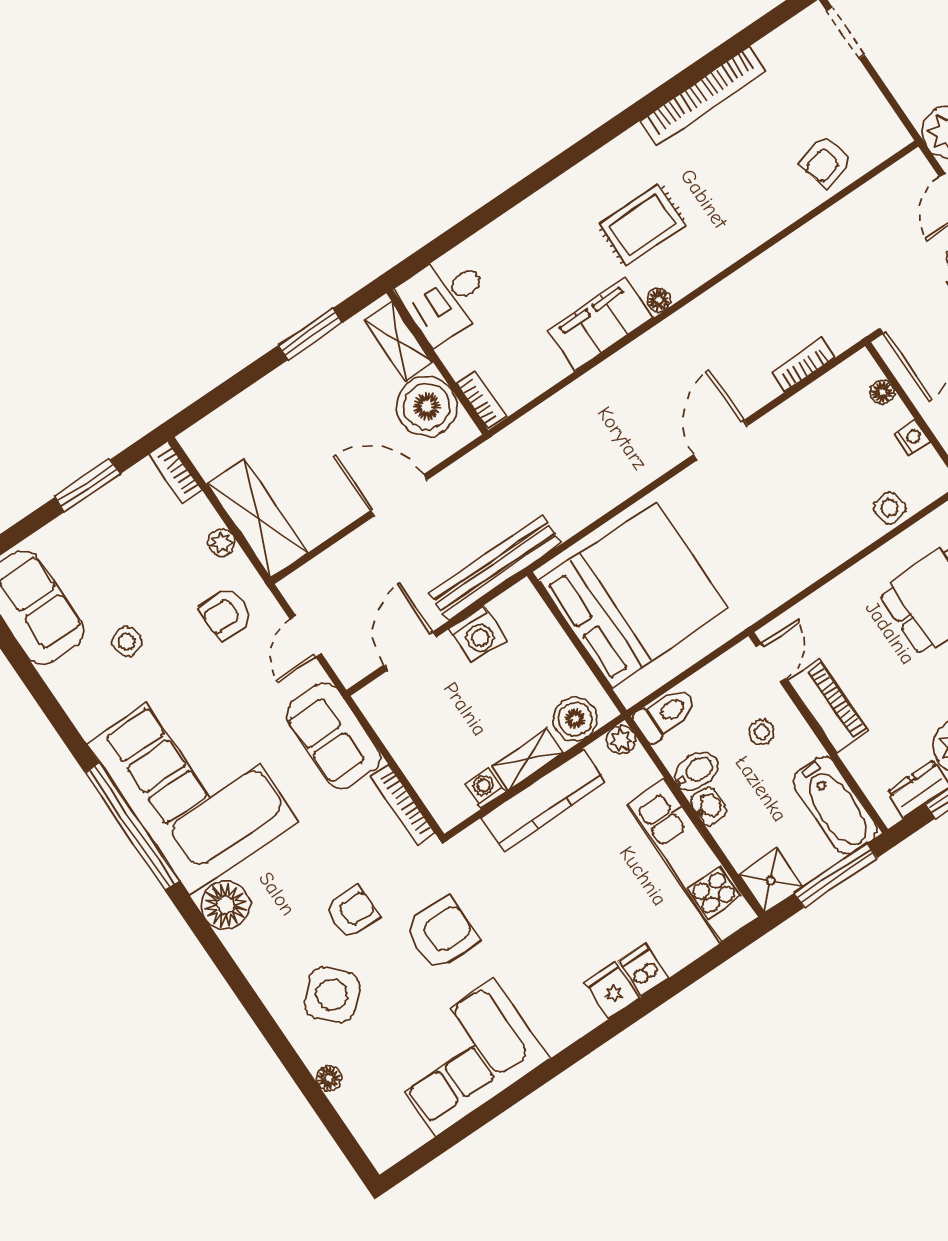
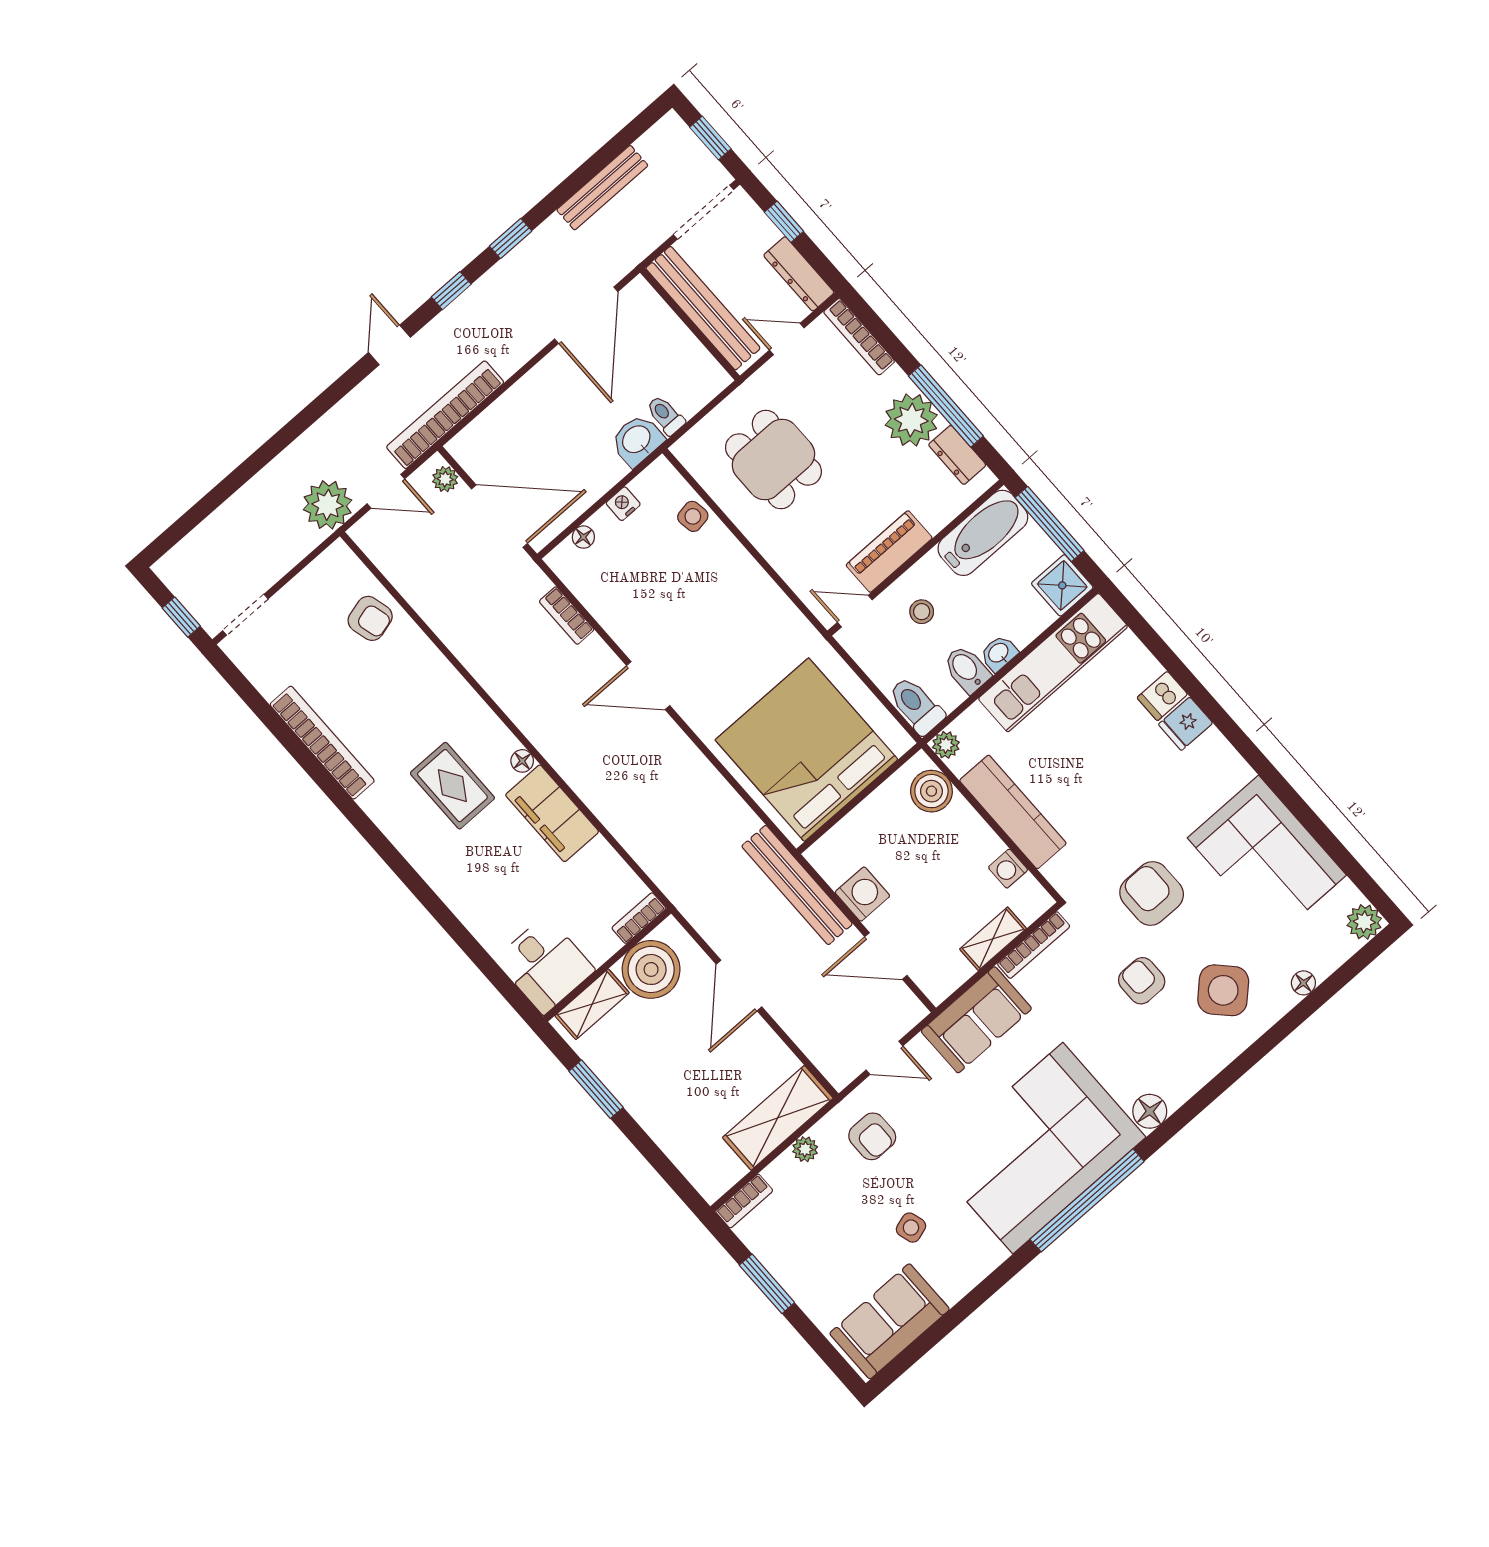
shelving: (528, 759) -> (993, 939), moved, turned 90
floor lamp: (225, 905) -> (1150, 1111), width x0.73, depth x0.73
plant: (384, 1149) -> (1364, 922), added

